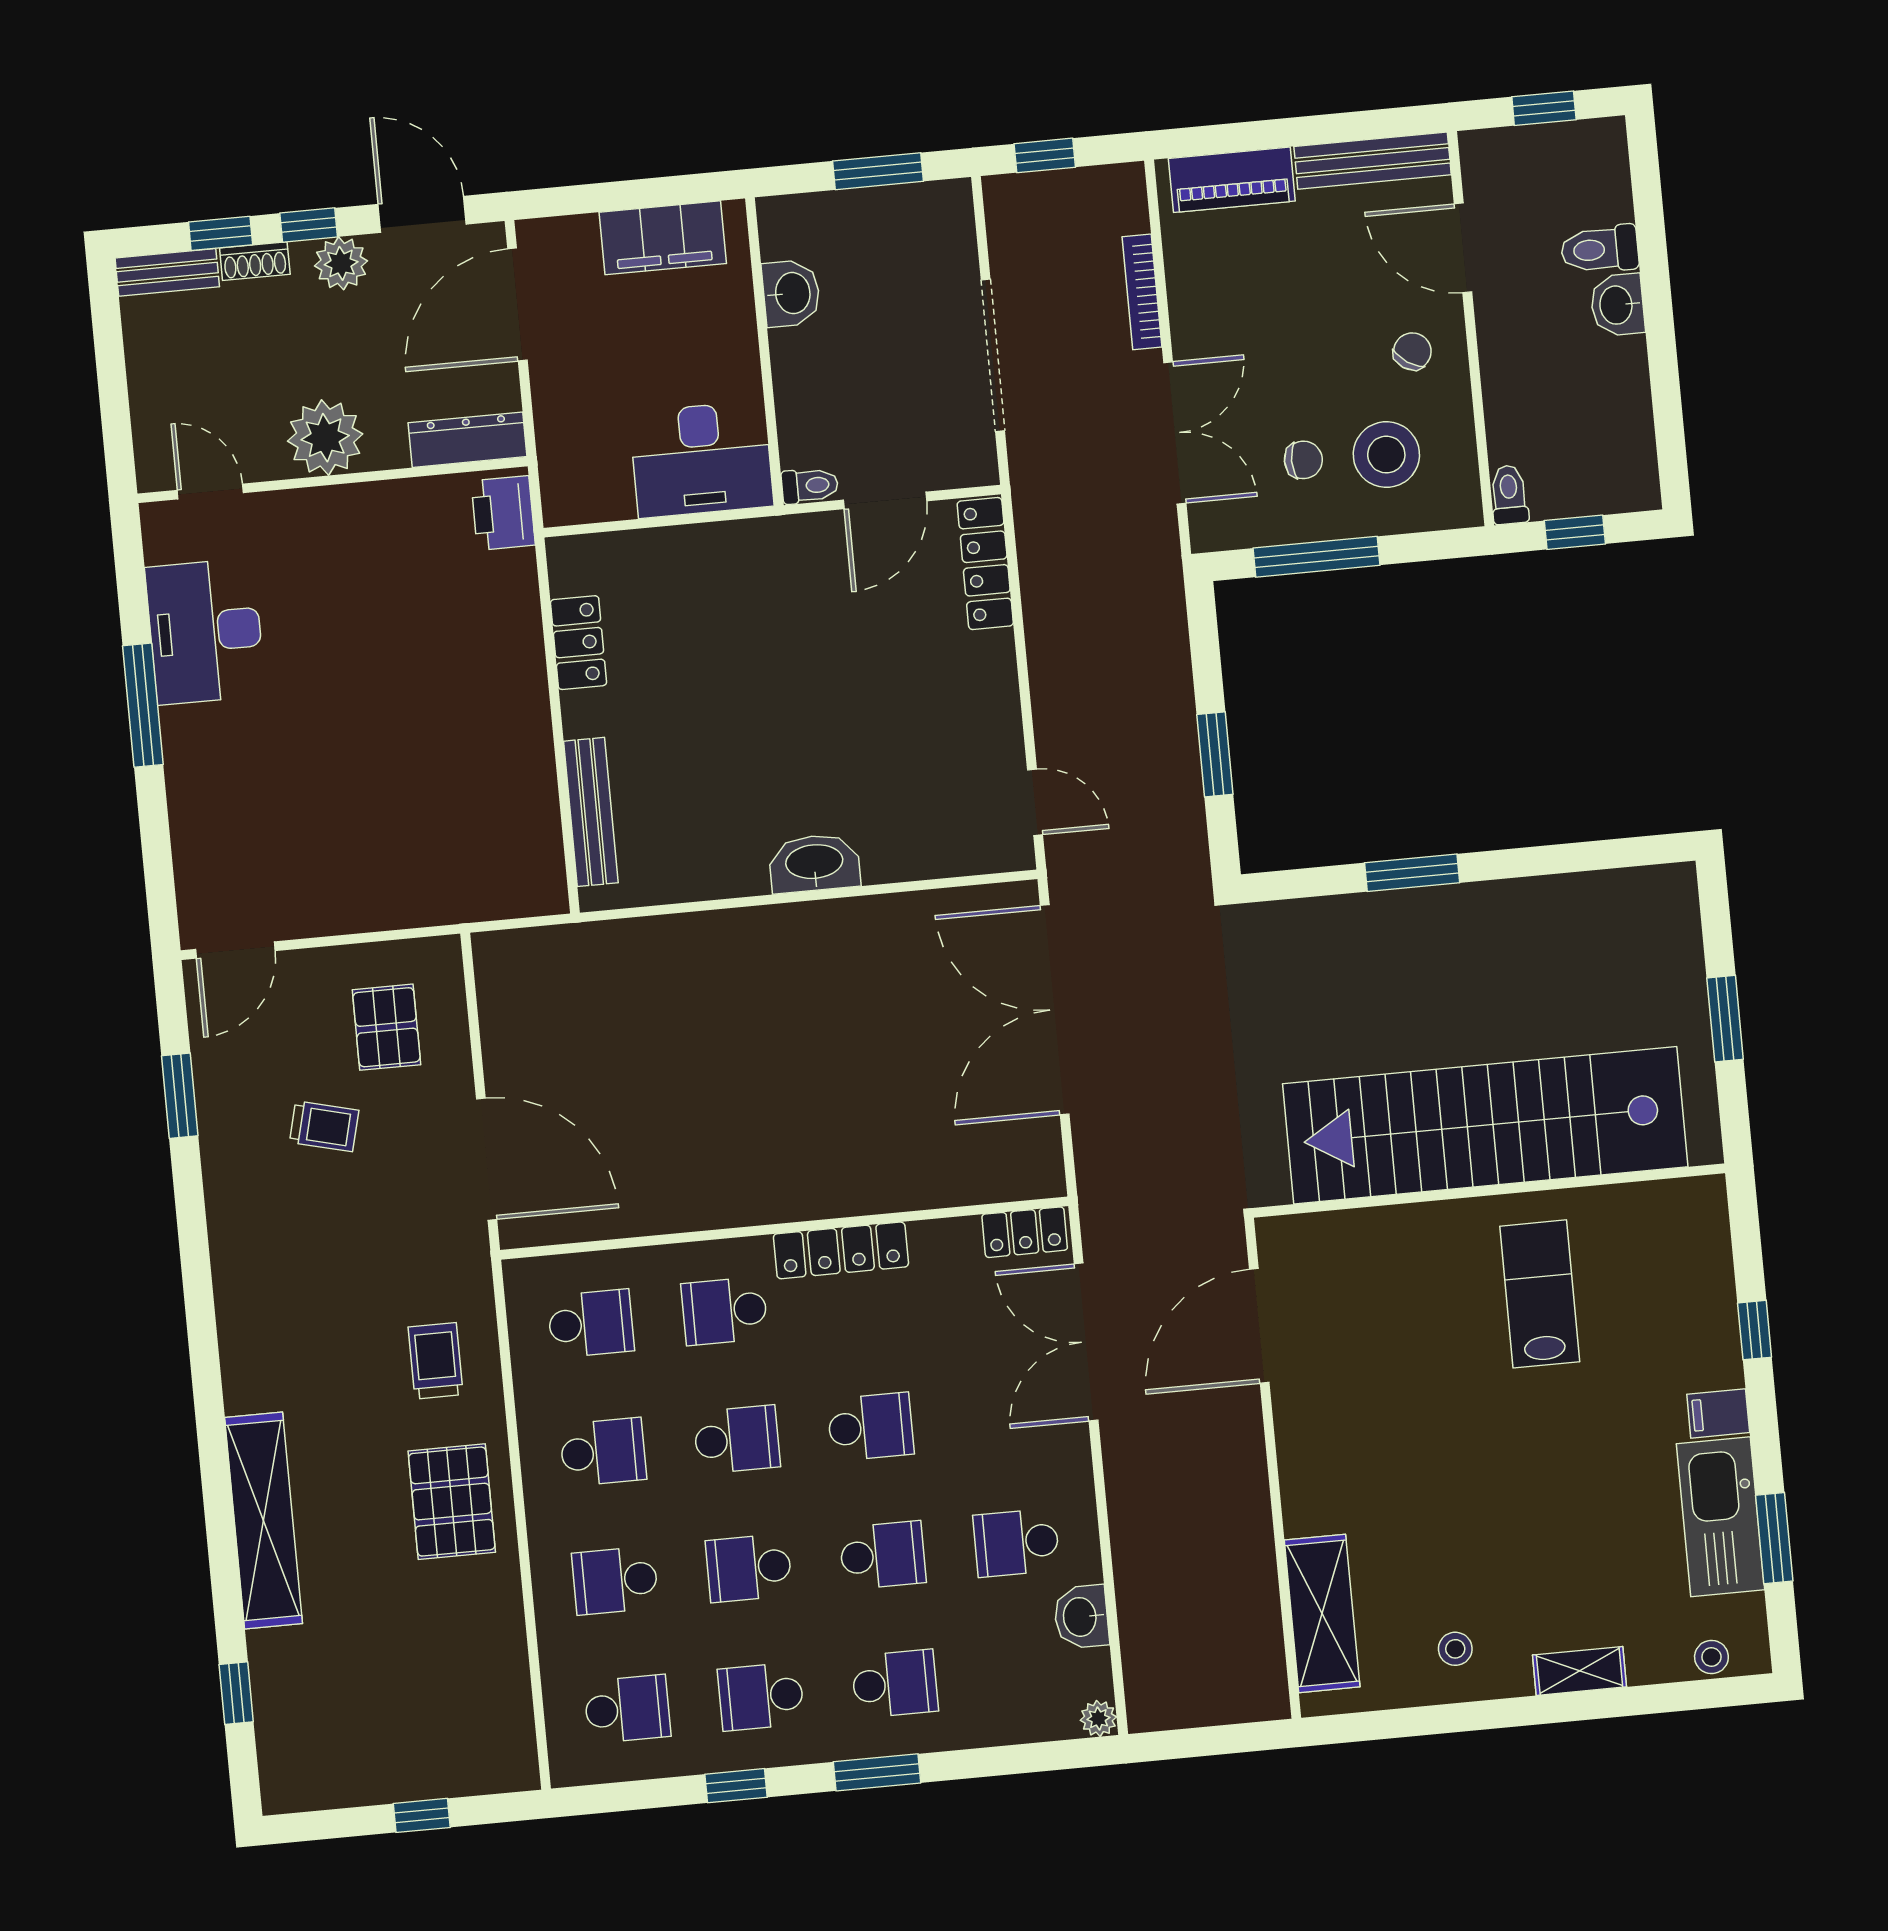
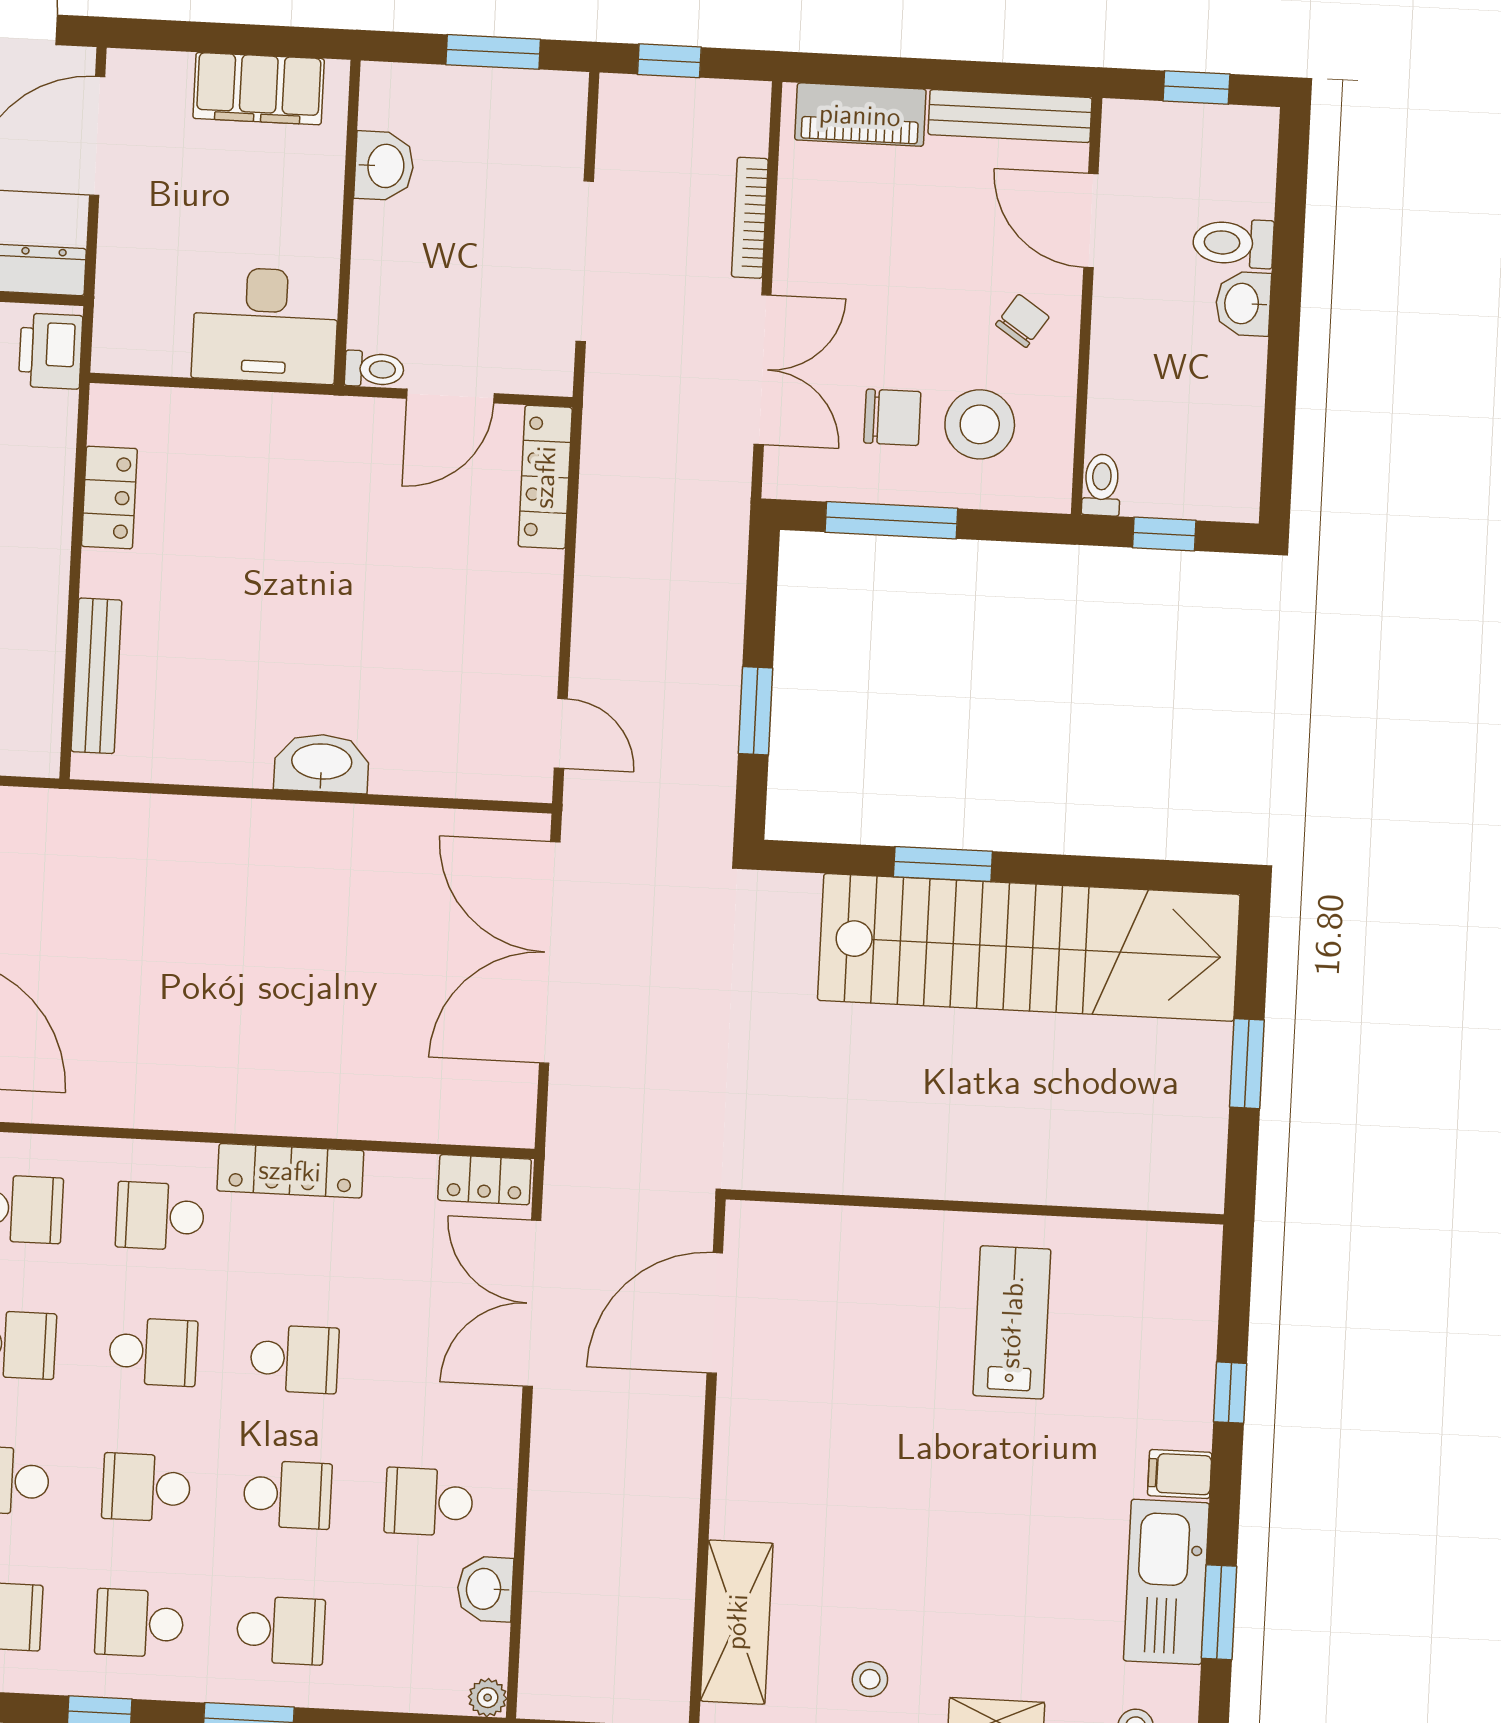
chair: (1303, 460) -> (892, 417), width x1.37, depth x1.37
stairs: (1485, 1125) -> (1029, 947), moved, turned 180

